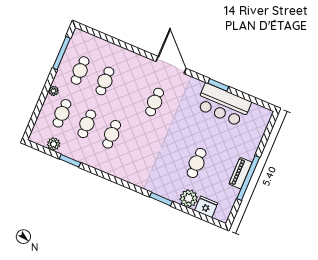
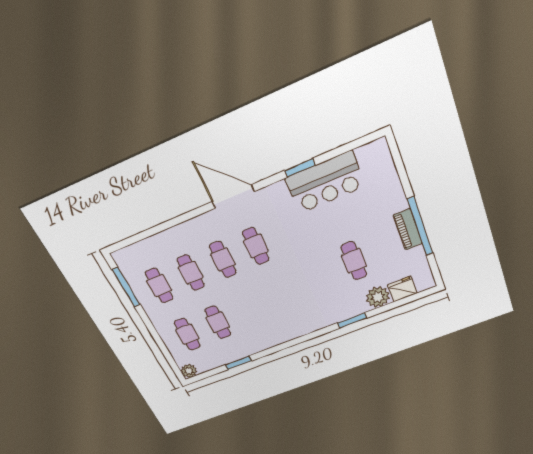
plant: (54, 91) -> (159, 324), removed
cafe table: (112, 134) -> (223, 259), moved
plant: (54, 144) -> (189, 371), moved

